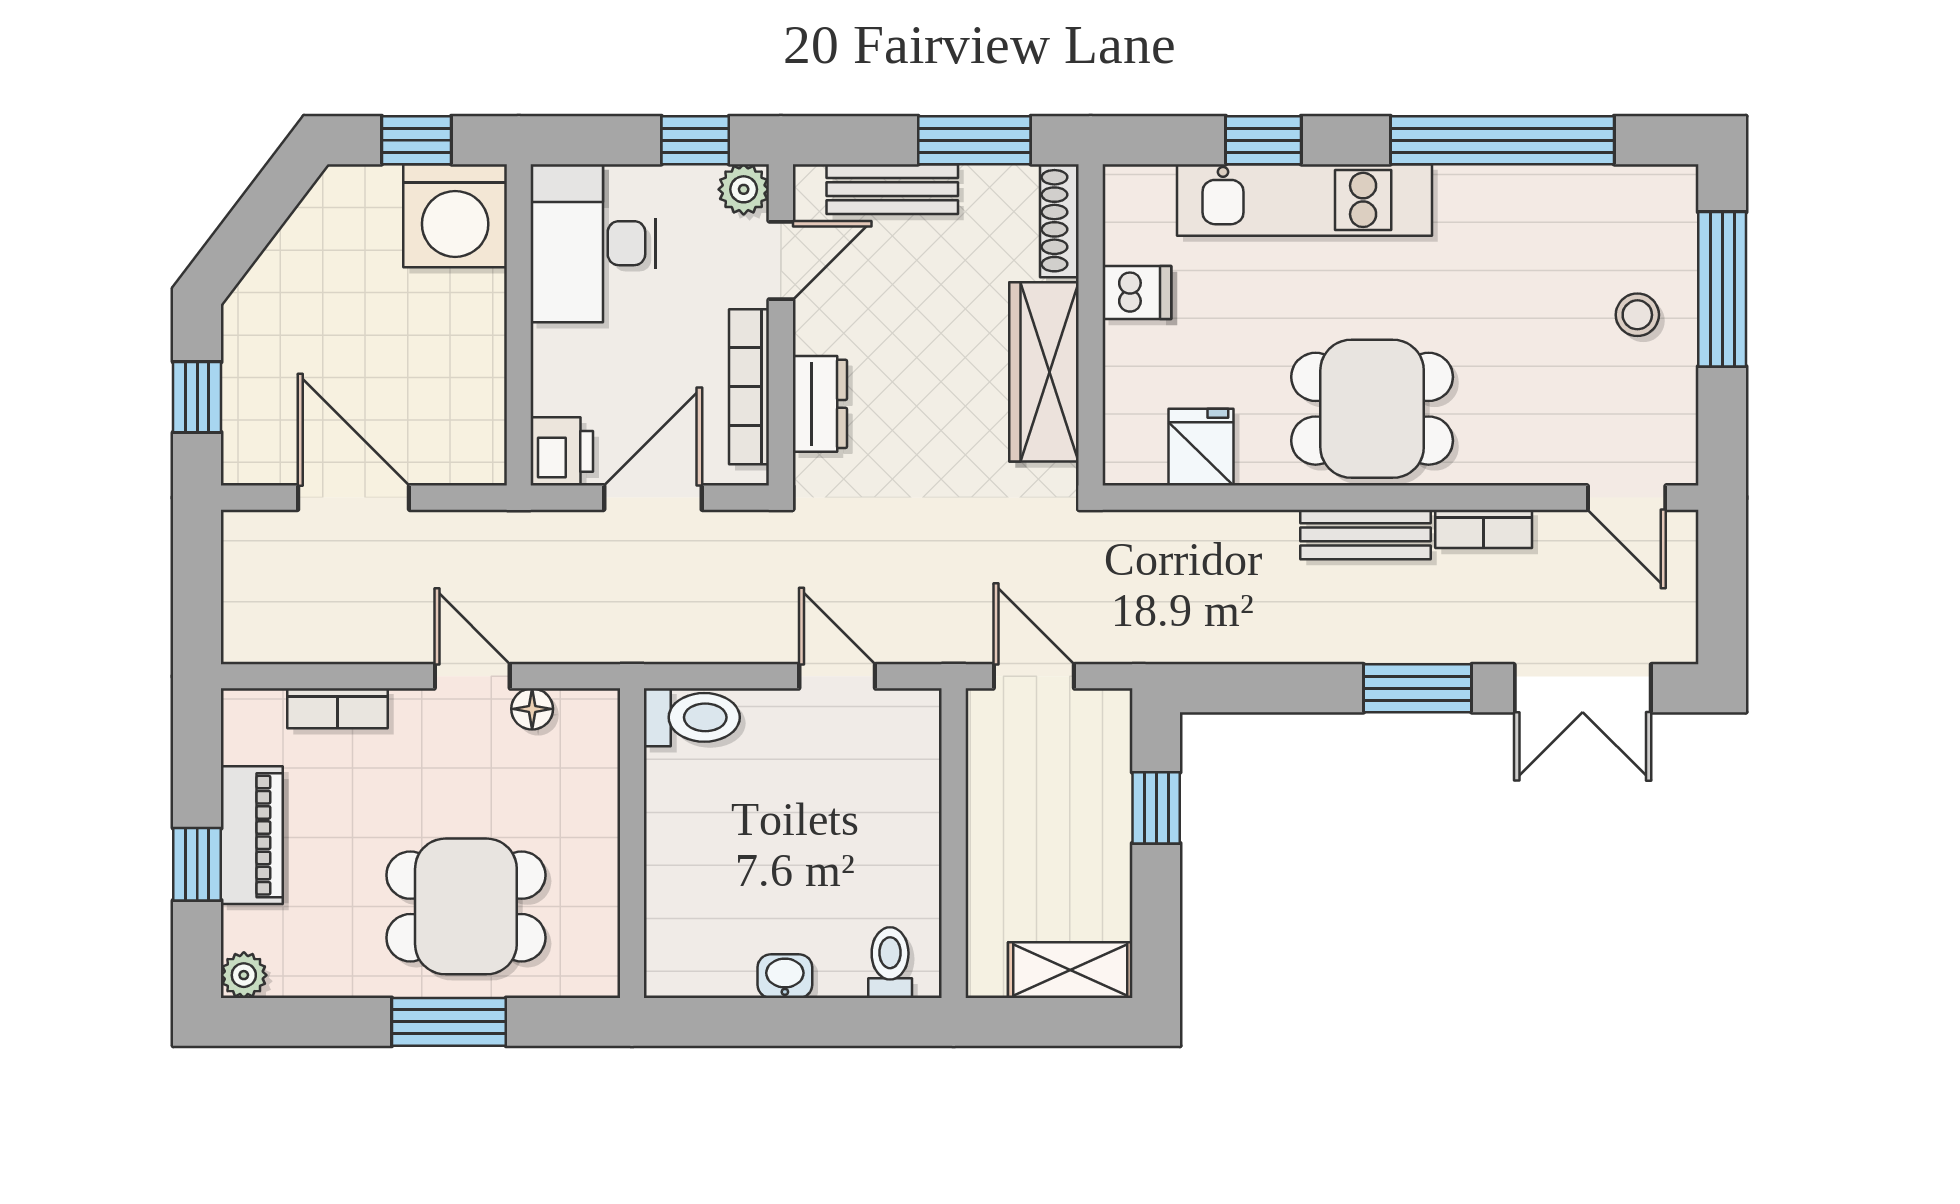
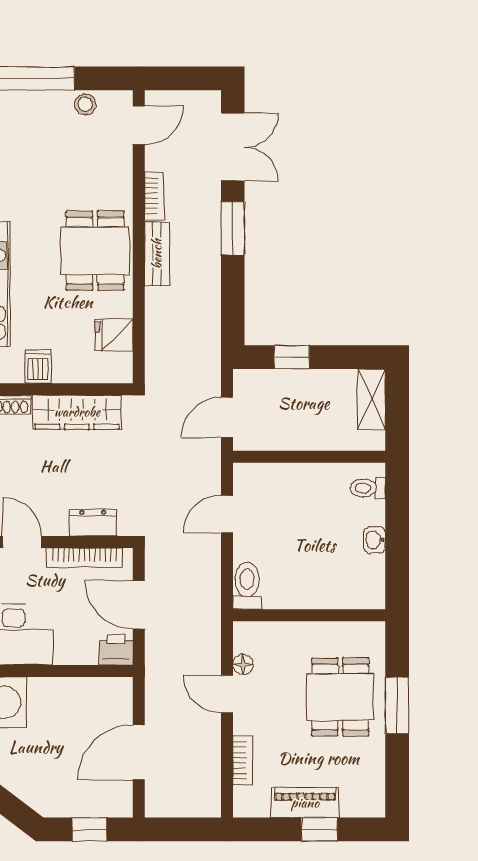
stool: (1637, 315) -> (85, 104), moved
door: (472, 676) -> (227, 694), hinge flipped
plant: (244, 975) -> (374, 806), removed

